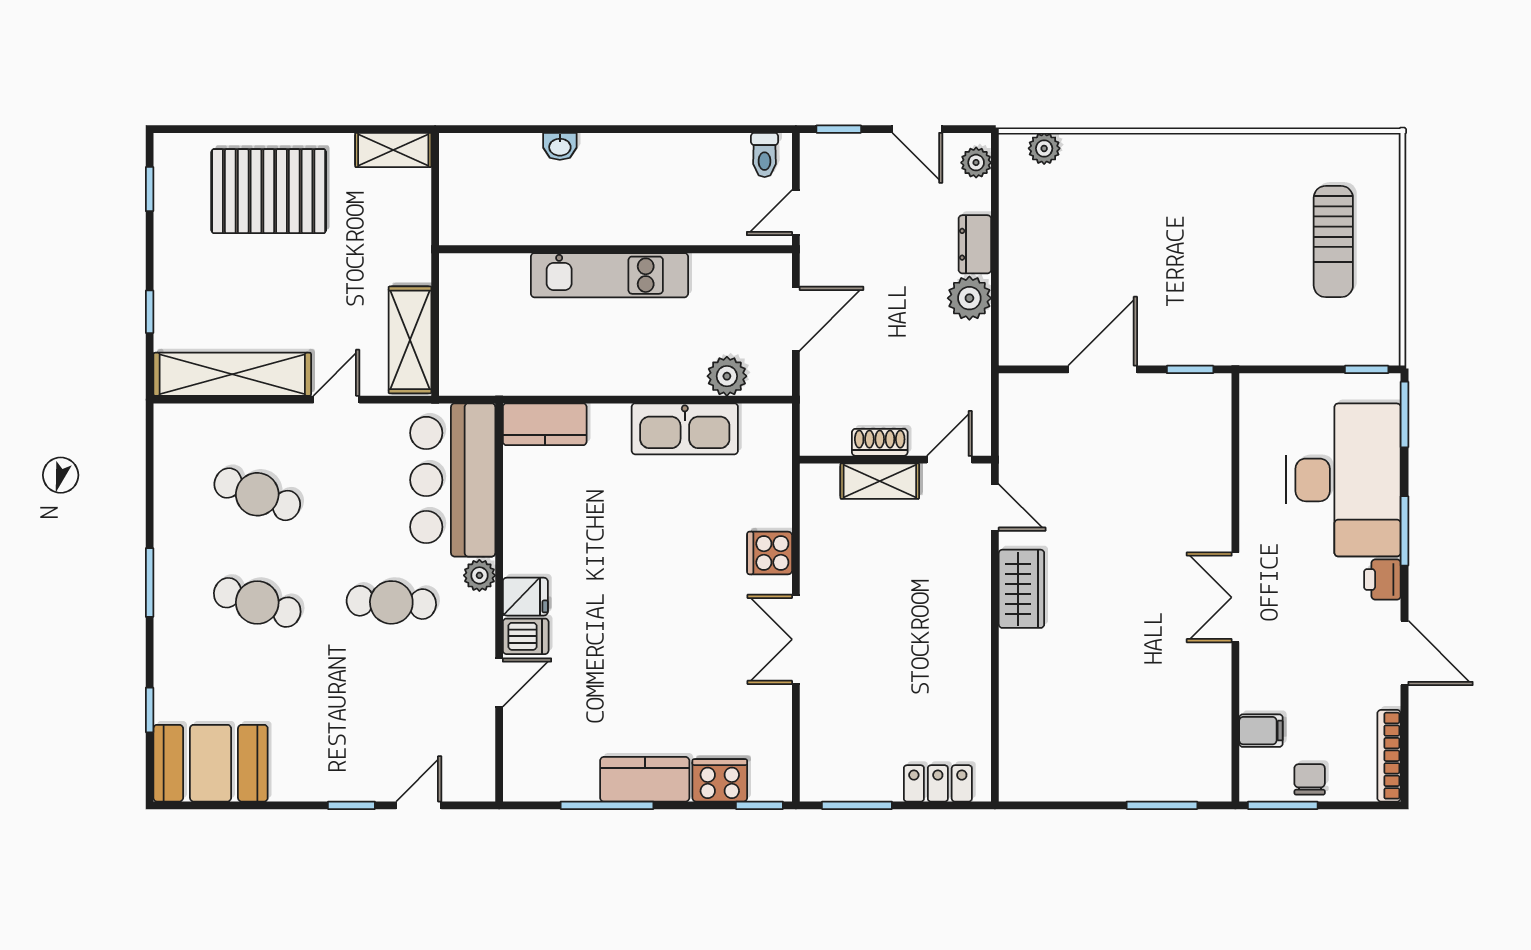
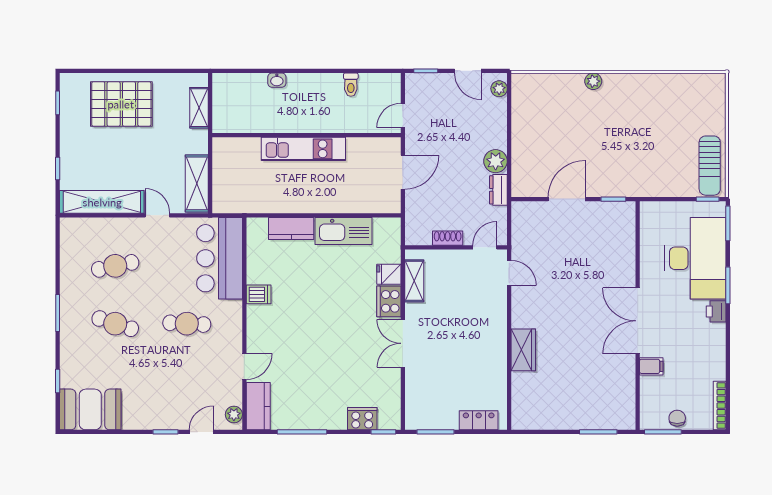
plant: (1044, 148) -> (593, 81), moved
shelving: (393, 150) -> (199, 108), moved, turned 90
toilet: (765, 155) -> (351, 85), moved
sun lounger: (1333, 242) -> (710, 166), moved
dresser: (975, 244) -> (498, 190), moved
plant: (727, 376) -> (366, 203), removed
door: (336, 400) -> (157, 215), hinge flipped
kitchen counter: (545, 424) -> (291, 228), moved
shelving: (880, 481) -> (414, 281), moved, turned 90
cafe table: (257, 494) -> (115, 266), turned -33
cooker: (770, 553) -> (389, 301), width x1.36
plant: (479, 575) -> (234, 415), moved
wardrobe: (1021, 589) -> (523, 350), moved
fridge: (525, 597) -> (389, 274), moved, turned 180
double door: (1235, 597) -> (638, 321), width x1.37
dishwasher: (526, 636) -> (259, 294), moved
door: (1404, 653) -> (728, 351), removed
filing cabinet: (1261, 731) -> (651, 366), moved
kitchen counter: (645, 779) -> (258, 406), moved, turned 90

